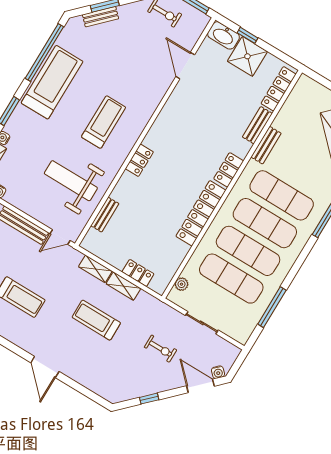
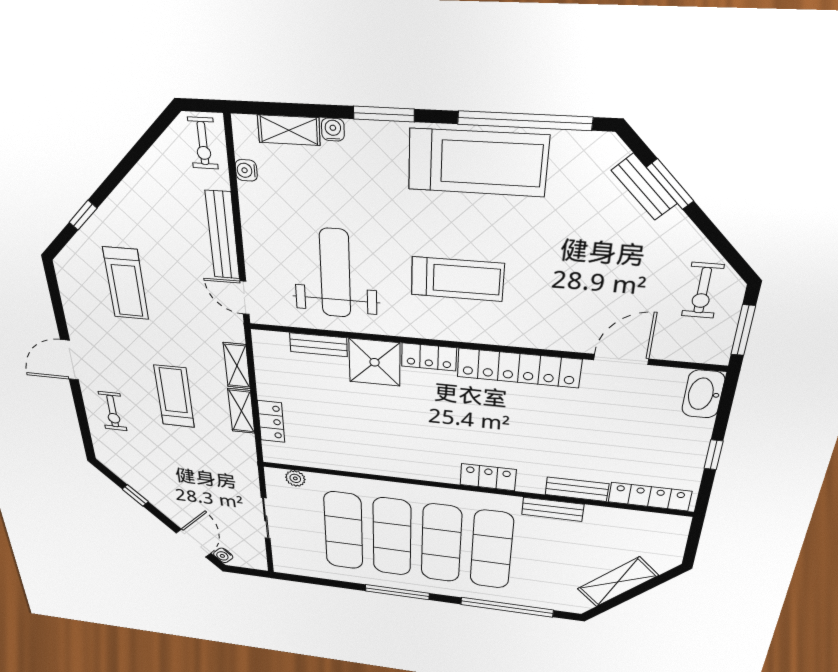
window: (248, 35) -> (714, 455), moved
shower: (247, 56) -> (375, 362), moved
locker: (201, 213) -> (519, 368), moved, turned 180
window: (272, 307) -> (397, 592), moved
exercise bike: (160, 349) -> (113, 411), moved

